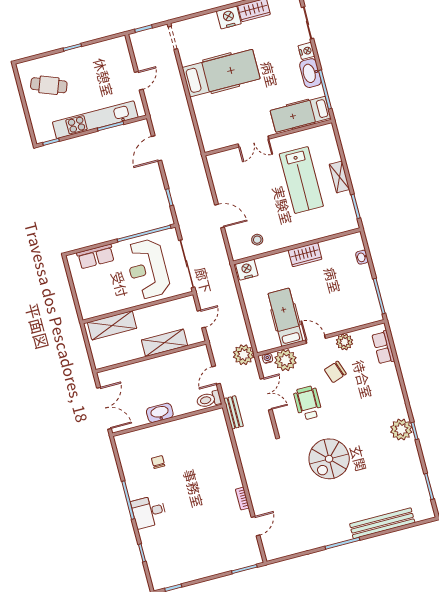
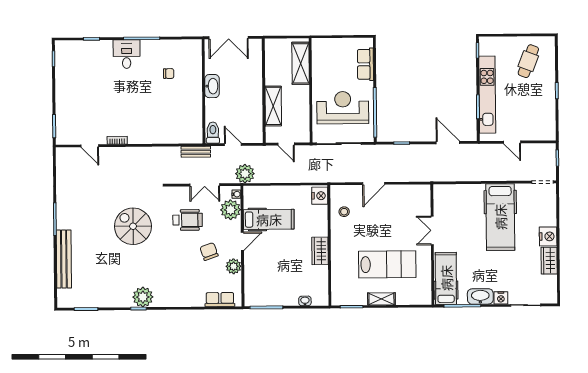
lab bench: (301, 180) -> (387, 264), turned 180

